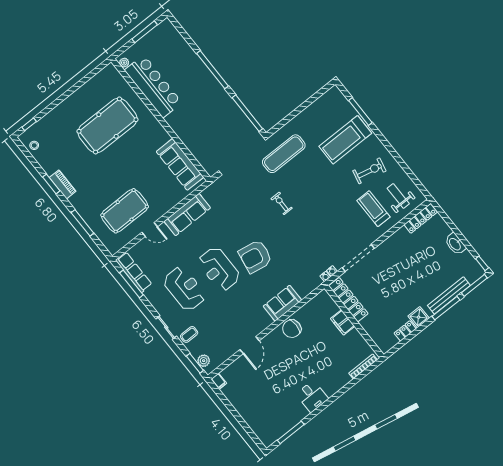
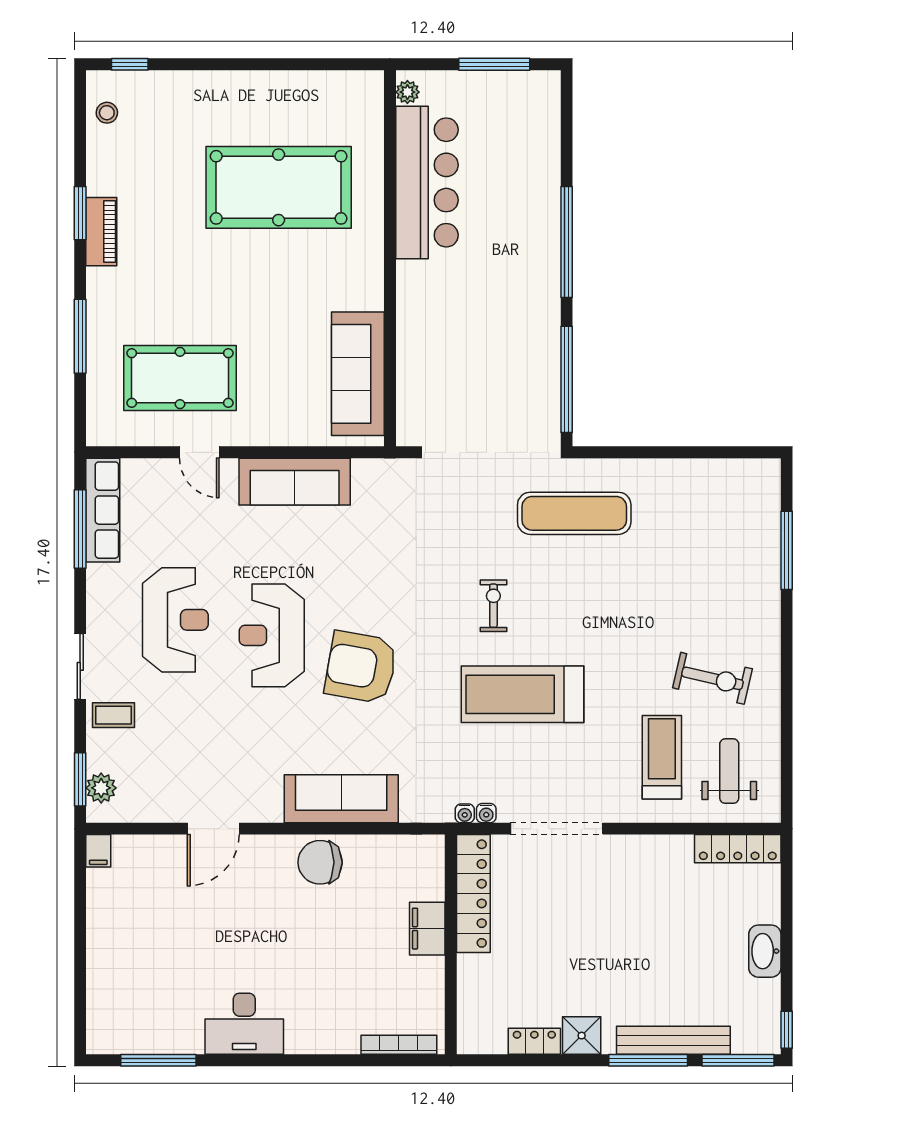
treadmill: (345, 140) -> (522, 694), moved
sofa: (282, 303) -> (341, 799), width x1.36
desk: (312, 396) -> (244, 1024), width x1.37

